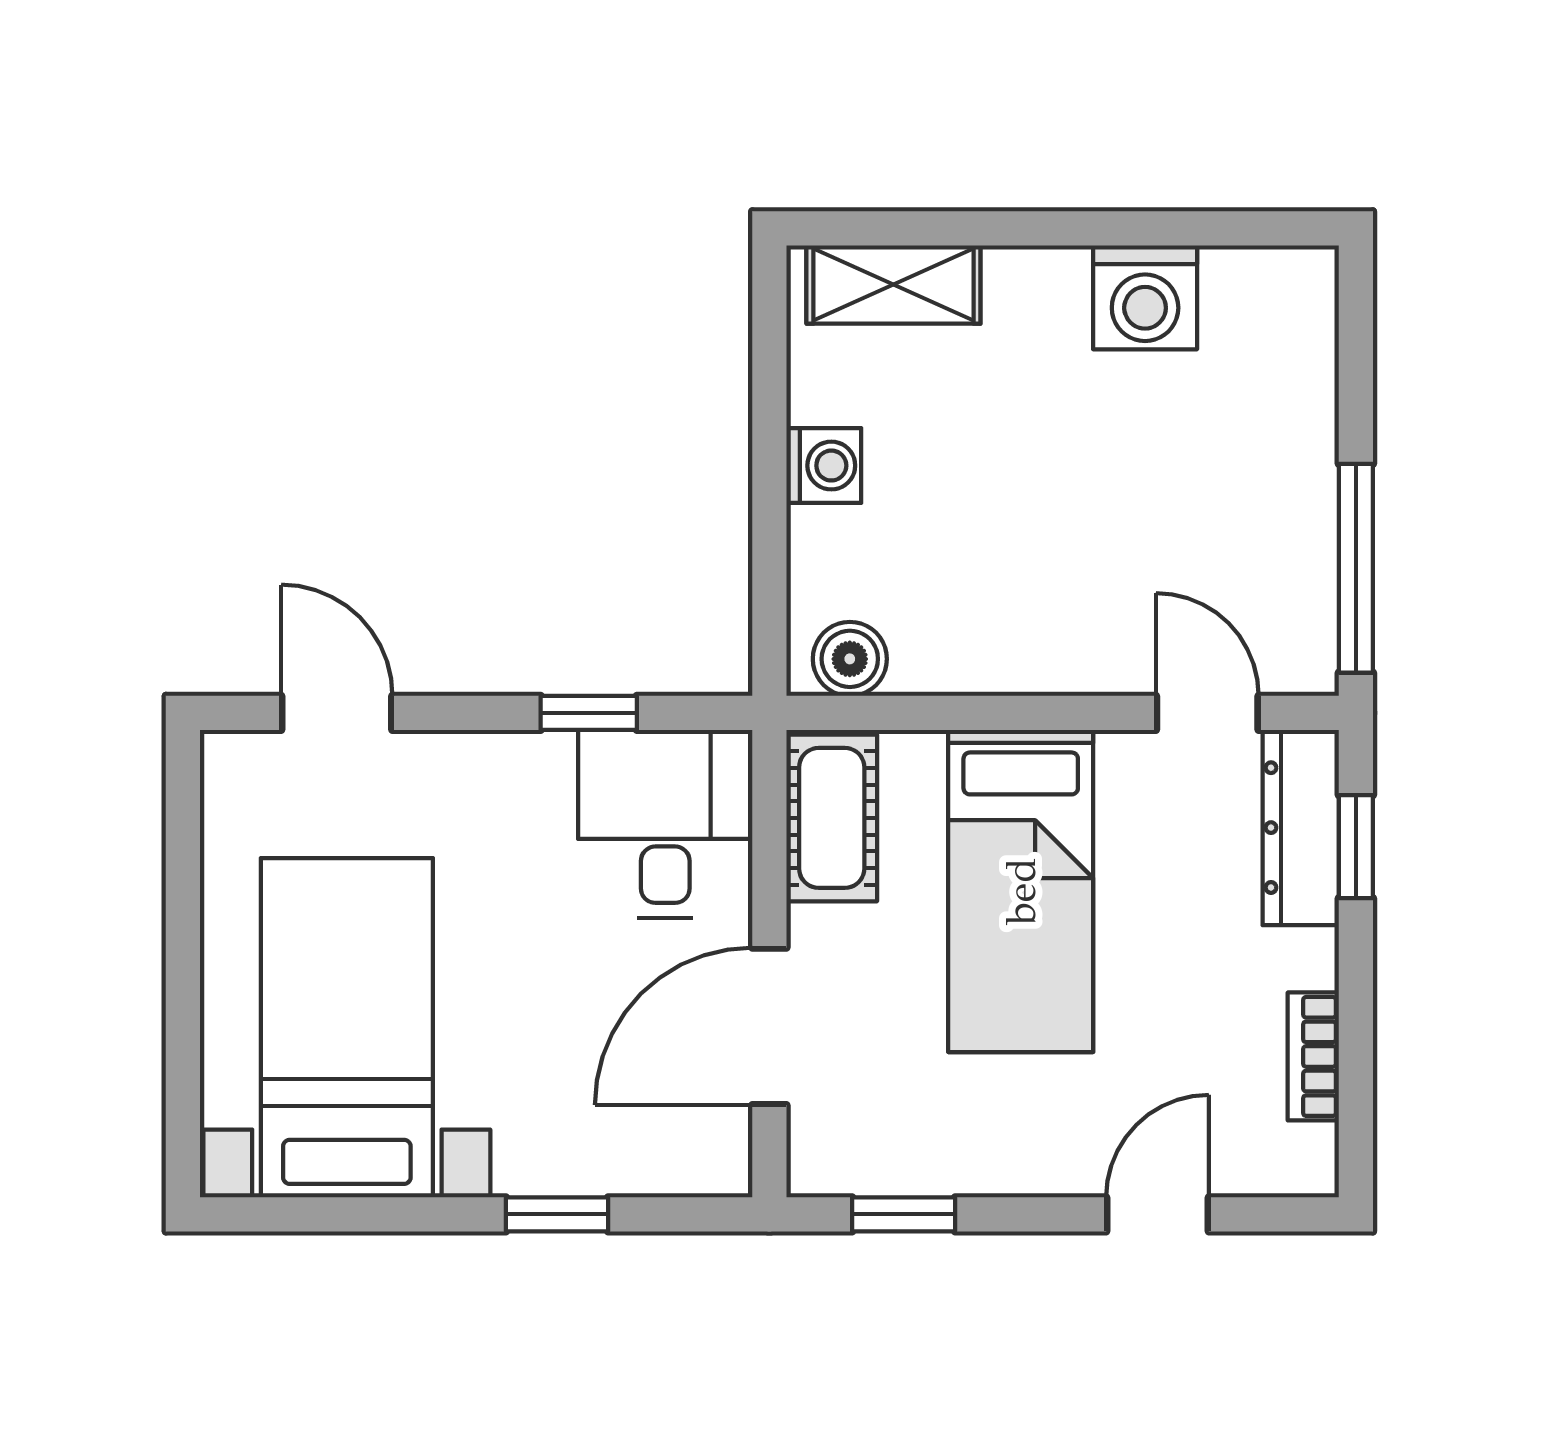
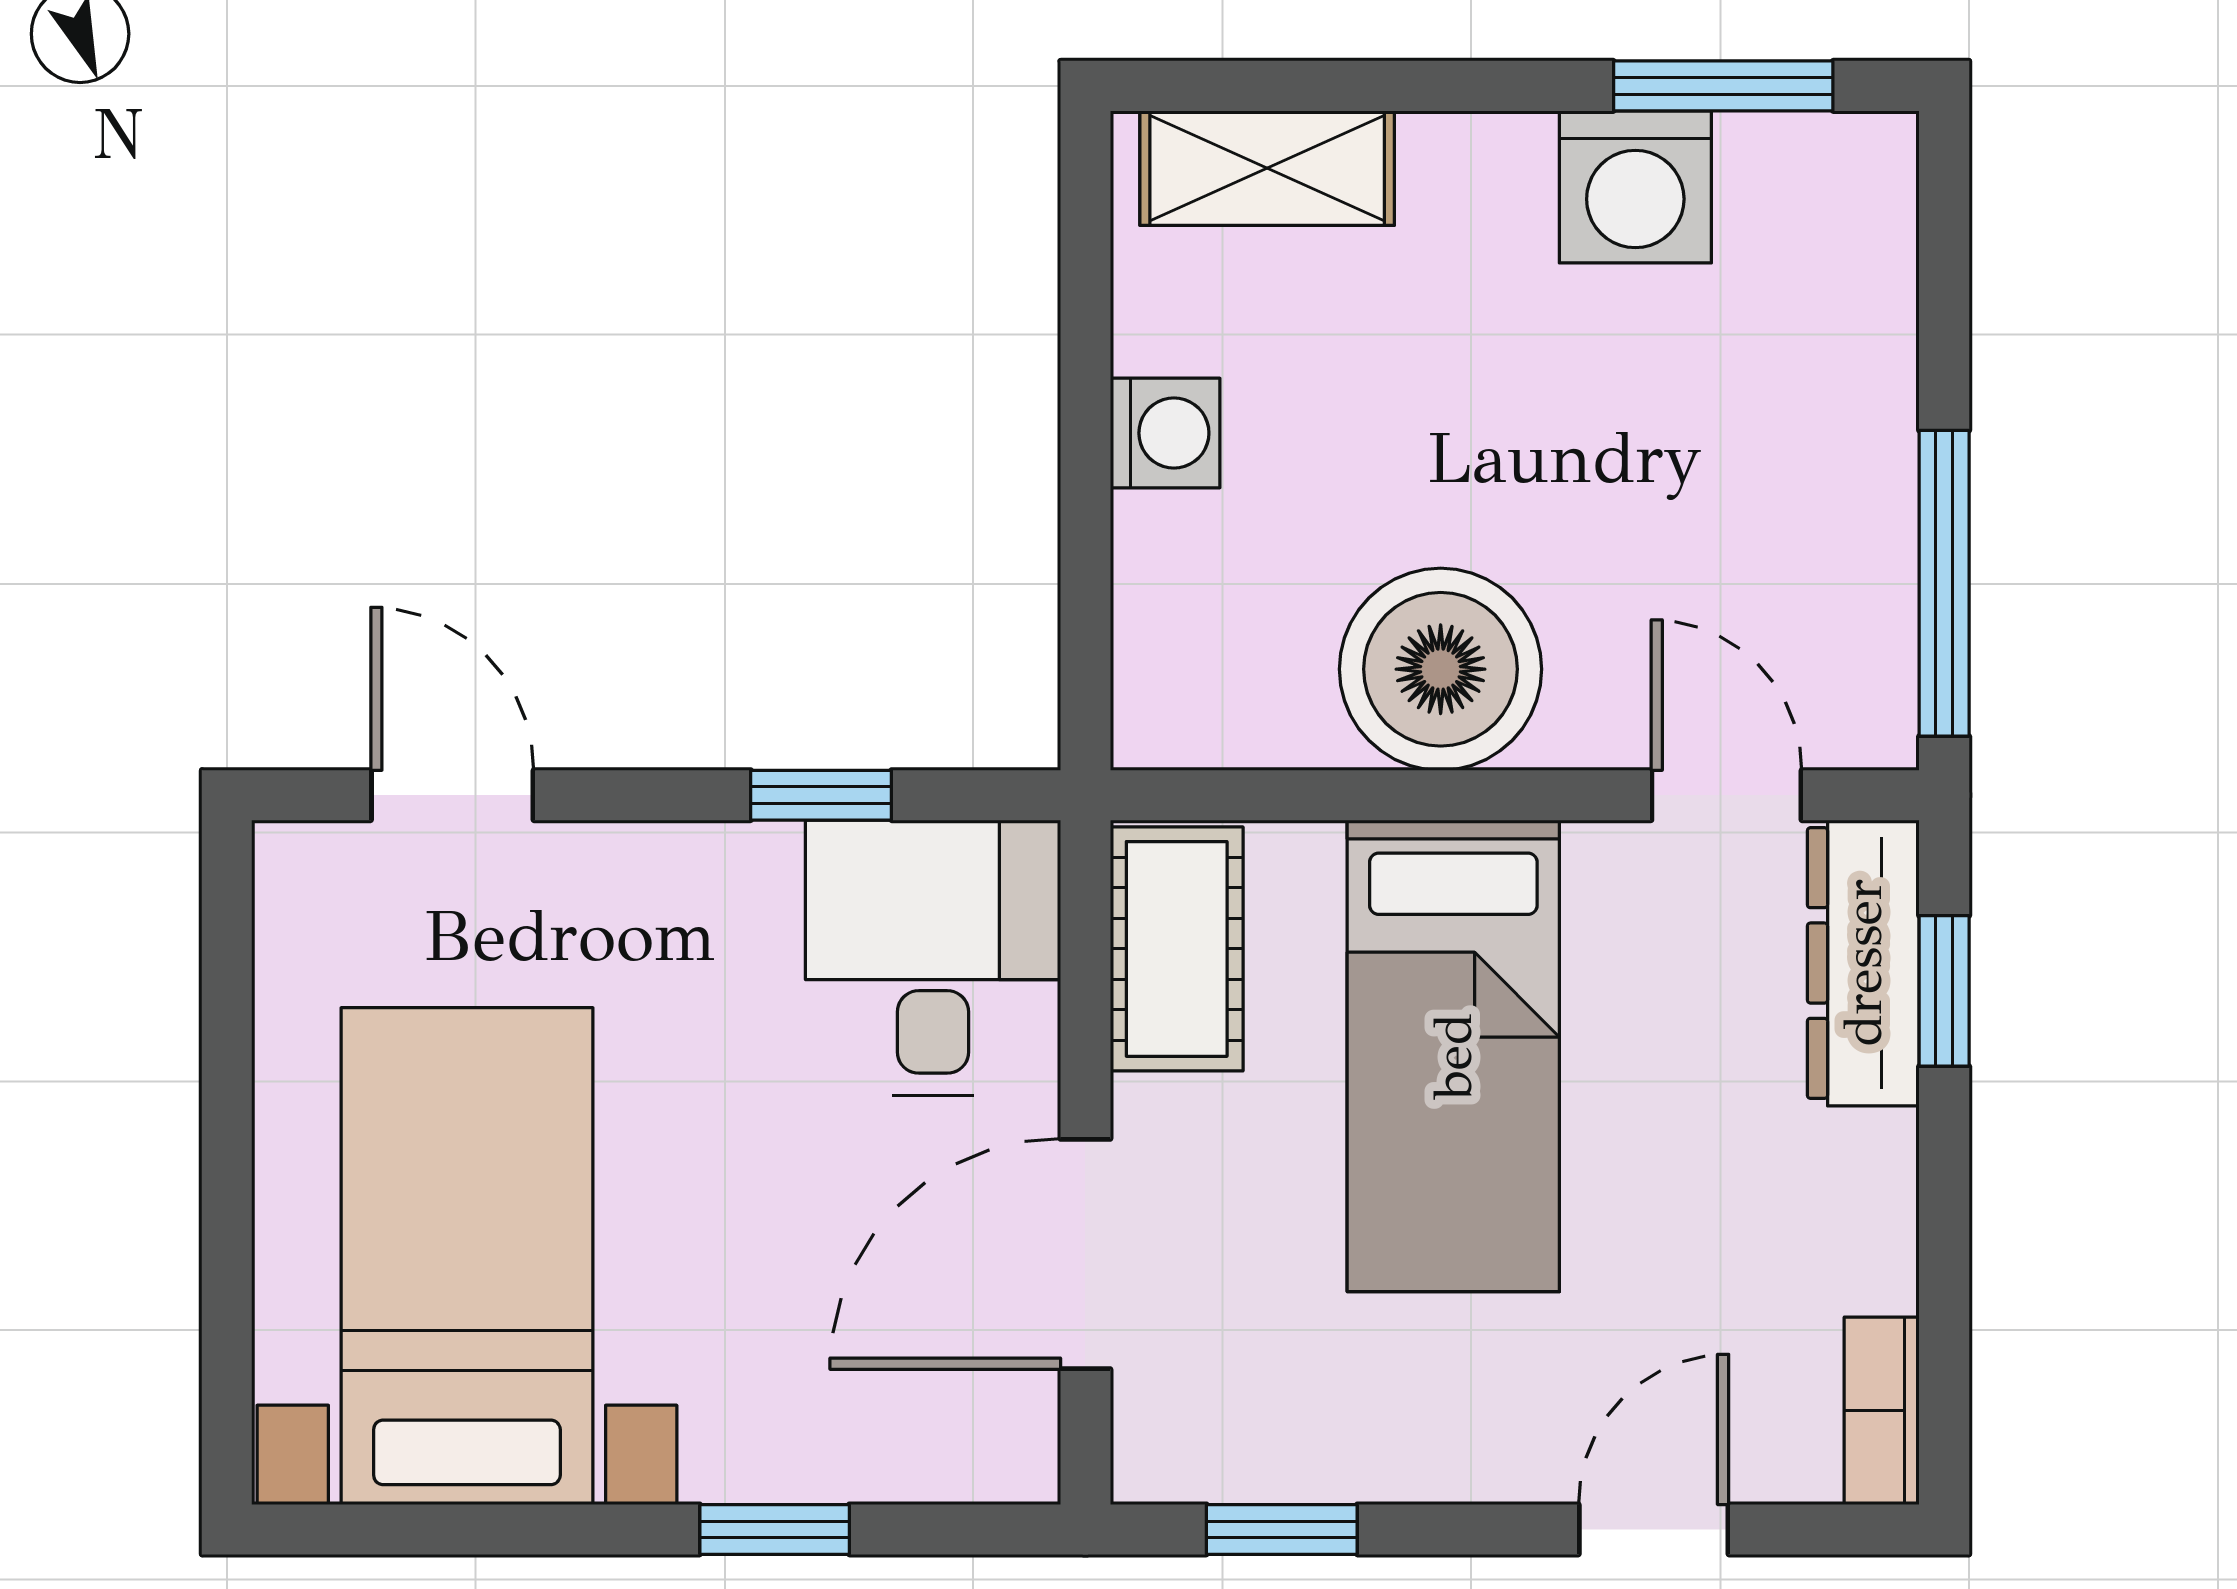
window: (1205, 228) -> (1723, 86), added
boiler: (850, 659) -> (1441, 669), moved, width x1.86, depth x1.86
bookcase: (1313, 1056) -> (1882, 1411), moved

